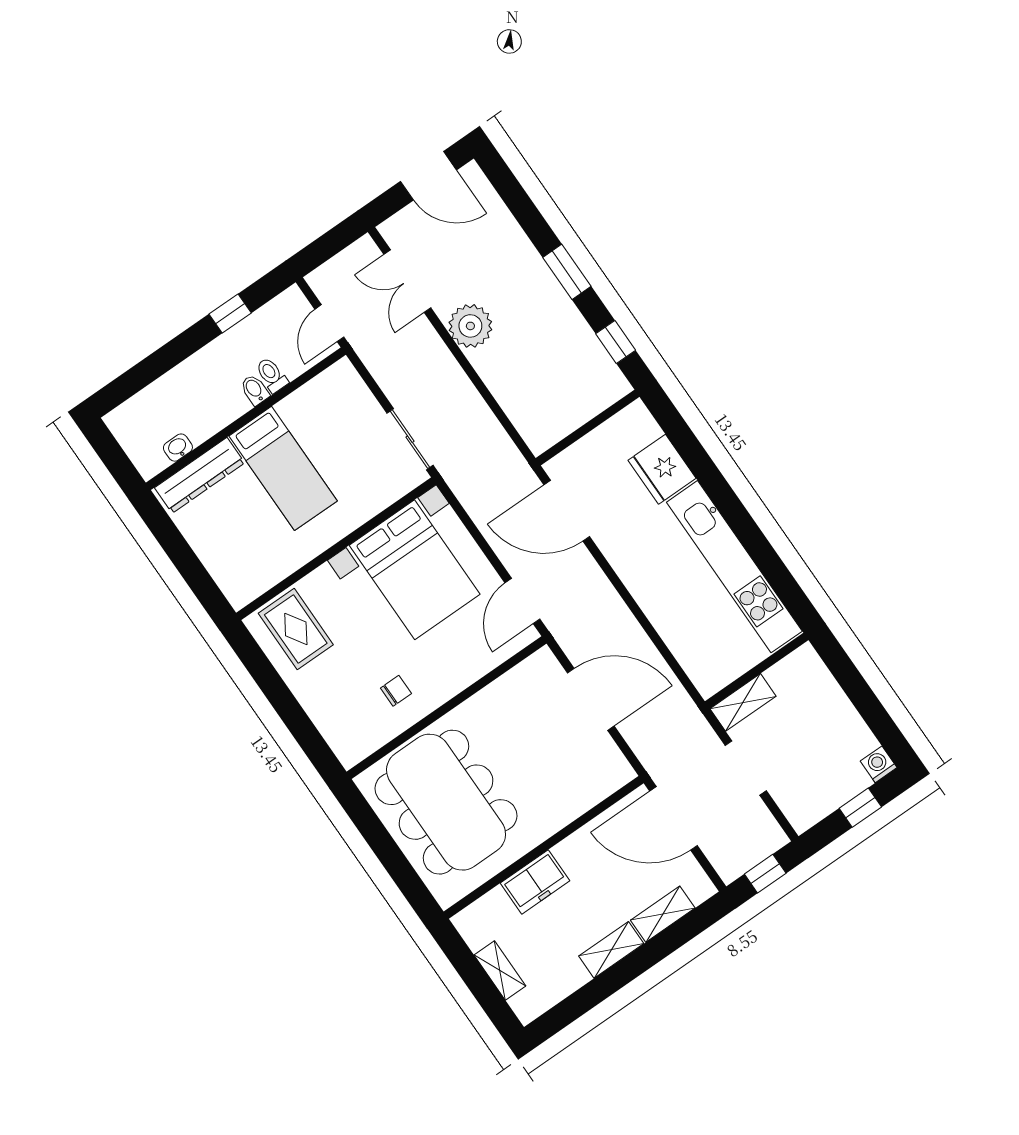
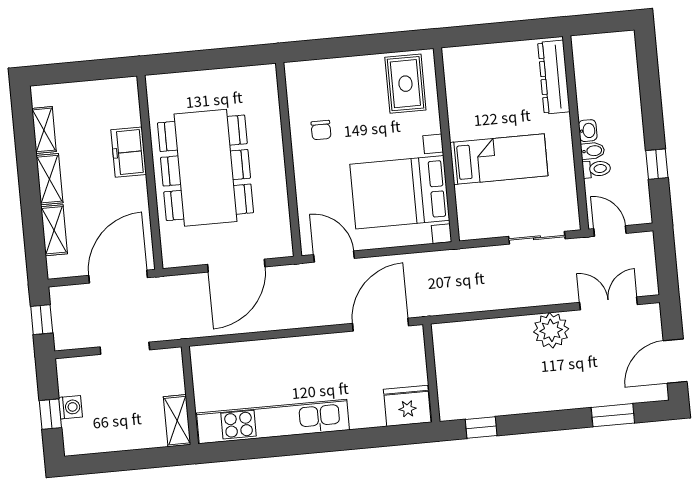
window: (567, 272) -> (613, 415), moved
sliding door: (410, 439) -> (537, 238), moved
washbasin: (178, 448) -> (588, 131), moved
bed: (283, 468) -> (499, 159), moved, turned 180
fridge: (662, 469) -> (407, 406), moved
rug: (296, 629) -> (405, 84), turned 90
shelving: (743, 702) -> (177, 421), moved
washing machine: (879, 764) -> (70, 407), moved
dining table: (446, 802) -> (205, 168), moved, turned 90
shelving: (500, 971) -> (44, 130), moved, turned 90

